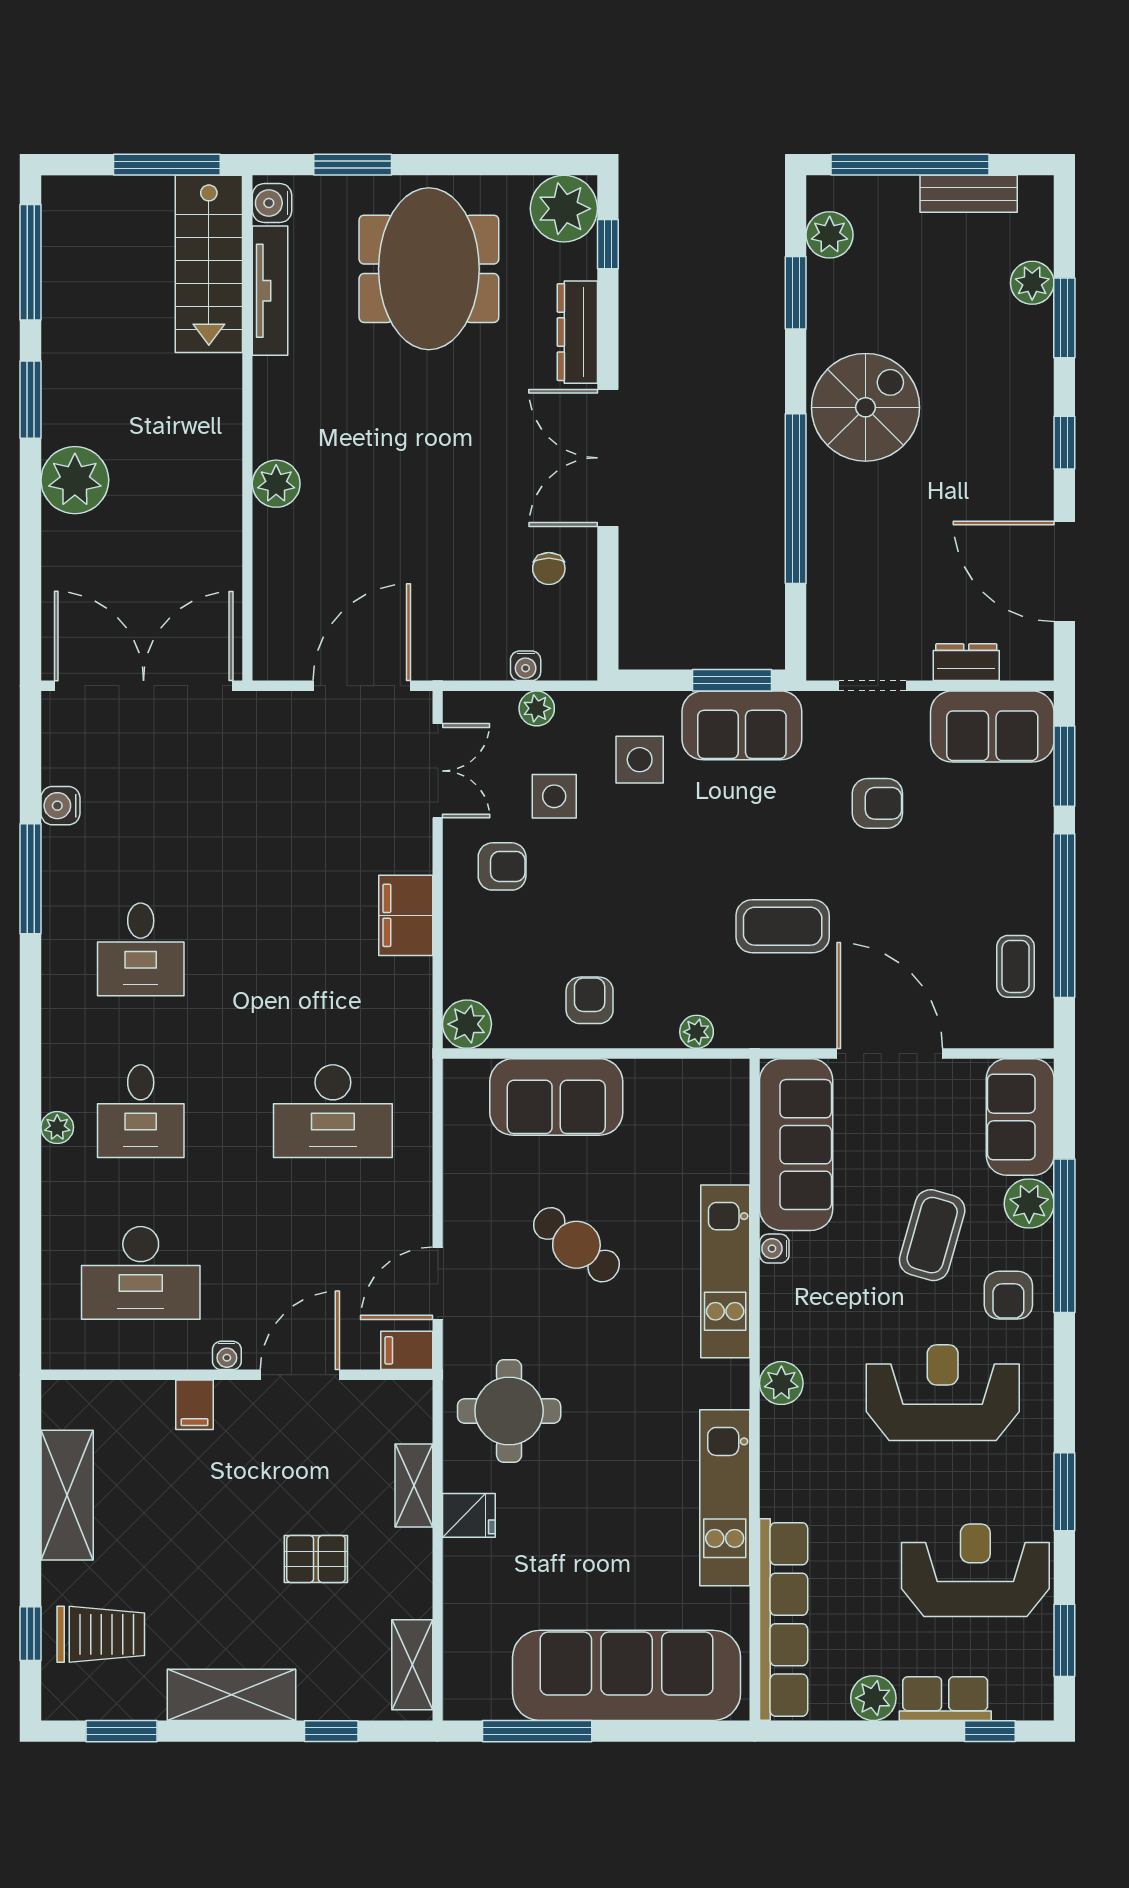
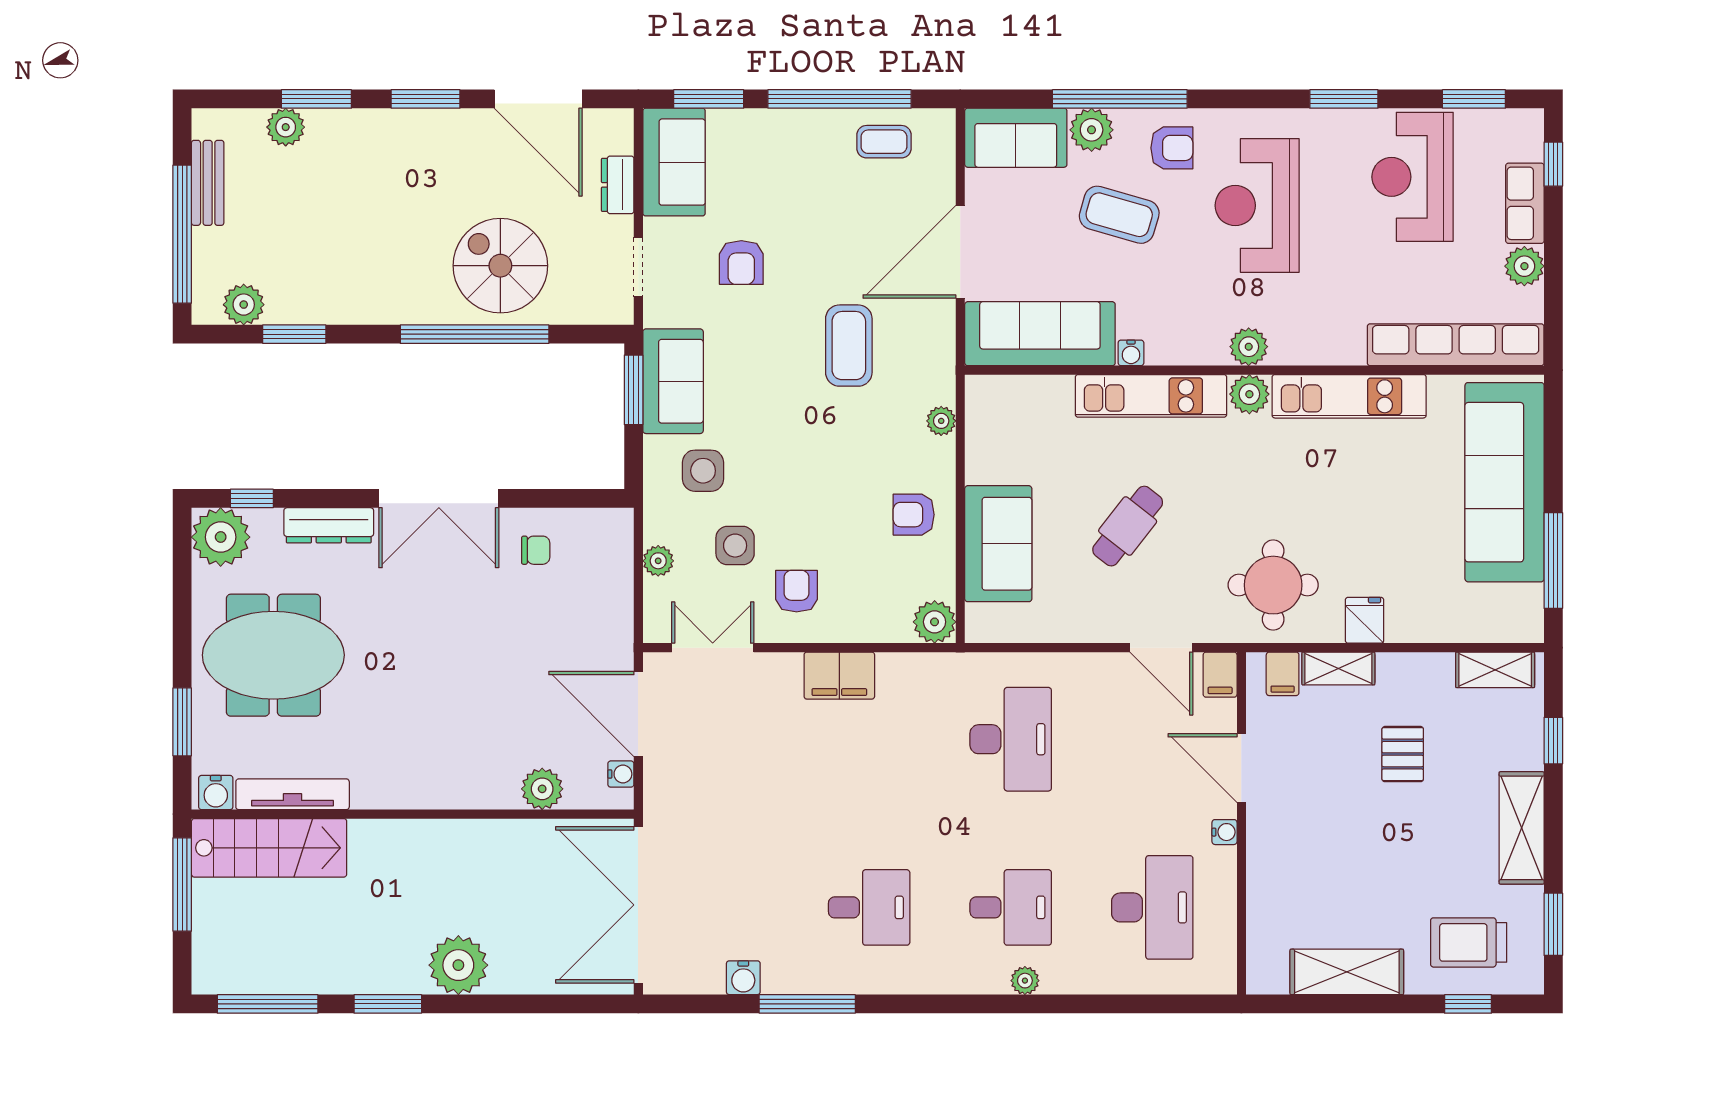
spiral stairs: (866, 407) -> (500, 266), moved
window: (1064, 443) -> (426, 99), width x1.50
plant: (276, 484) -> (542, 789), moved
door: (1064, 571) -> (538, 99), hinge flipped
water cooler: (526, 666) -> (621, 774), moved
armchair: (877, 803) -> (741, 263), turned 180
plant: (727, 1384) -> (1249, 394), added
filing cabinet: (195, 1405) -> (1283, 674), moved, turned 90
trolley: (101, 1634) -> (1469, 942), turned -90

